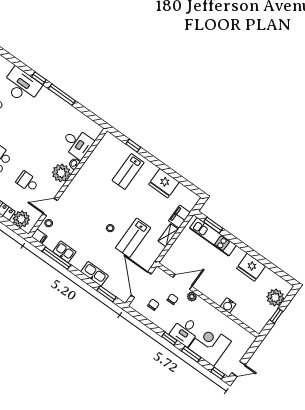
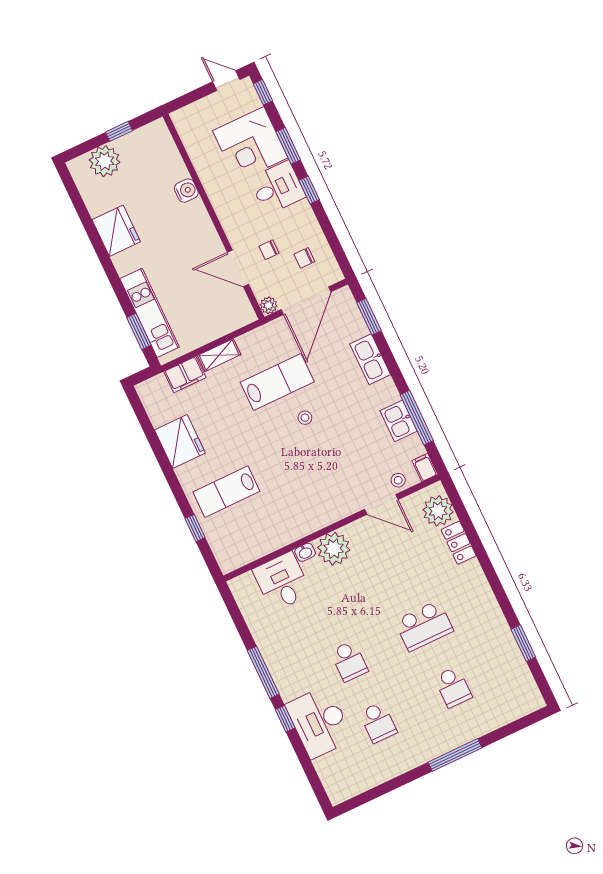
lab bench: (128, 172) -> (226, 492), turned 180
school desk: (28, 182) -> (349, 661), moved
plant: (192, 297) -> (269, 305), moved

